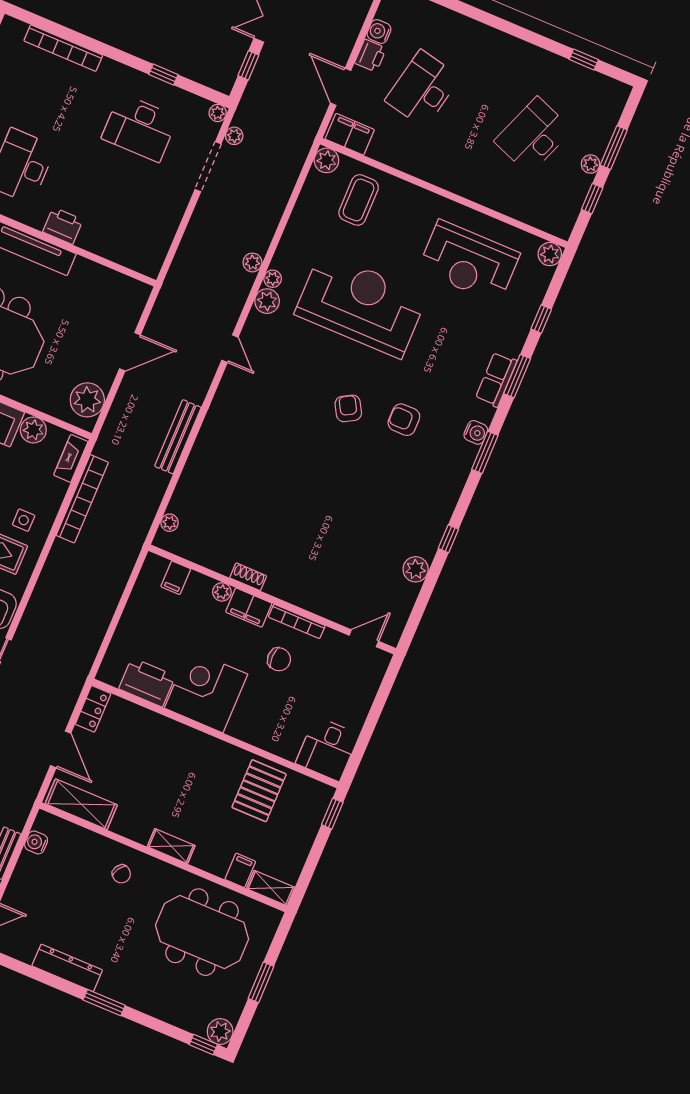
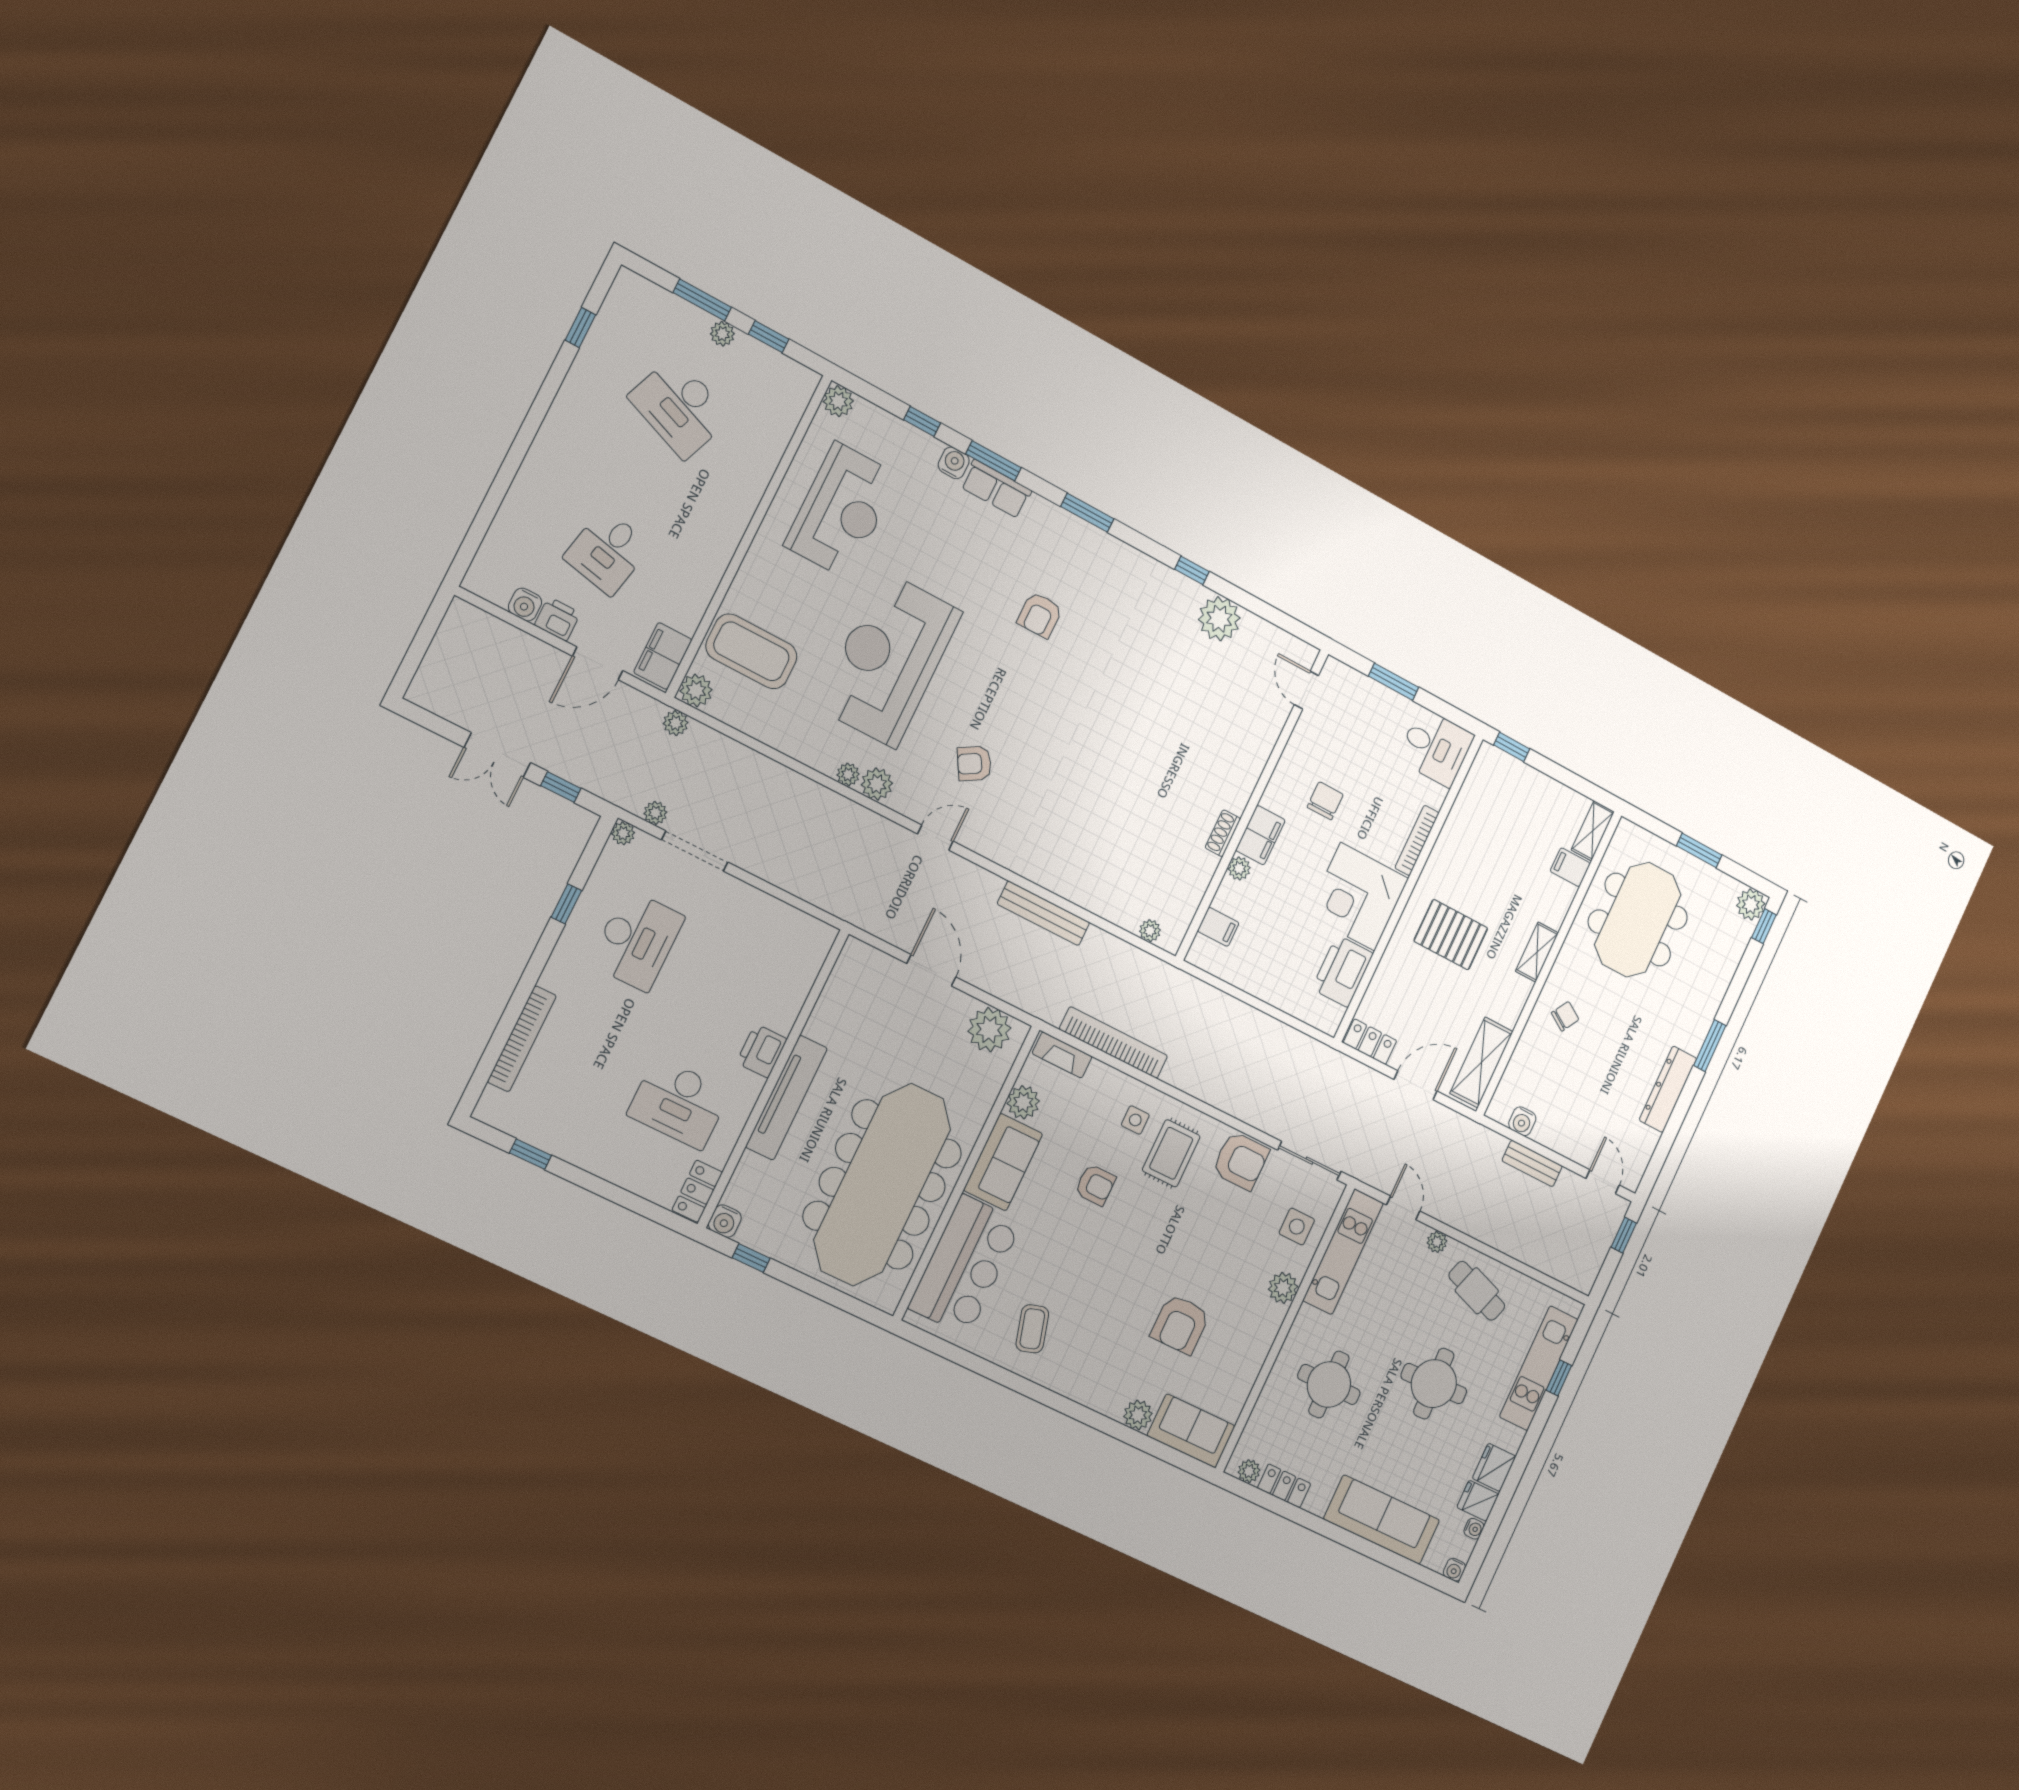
desk: (423, 89) -> (607, 552), width x0.73
coffee table: (359, 200) -> (751, 651), width x1.36, depth x1.32
plant: (252, 262) -> (676, 723), moved
armchair: (348, 408) -> (974, 764), moved
water cooler: (476, 432) -> (954, 463), moved
plant: (416, 569) -> (1219, 619), width x1.36, depth x1.36
bookcase: (297, 621) -> (1417, 840), moved, turned 180
window: (376, 710) -> (1394, 682), added
pallet: (259, 791) -> (1451, 935), moved

